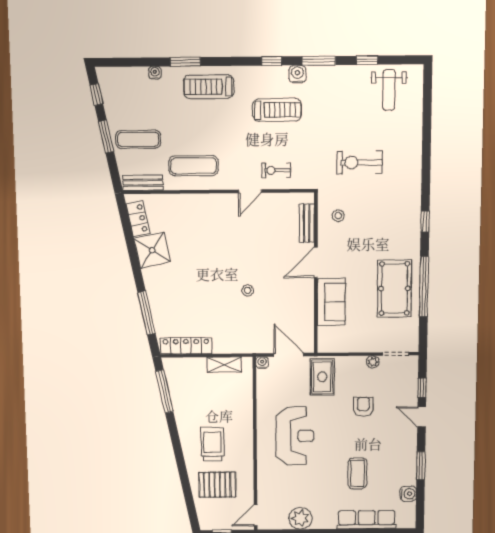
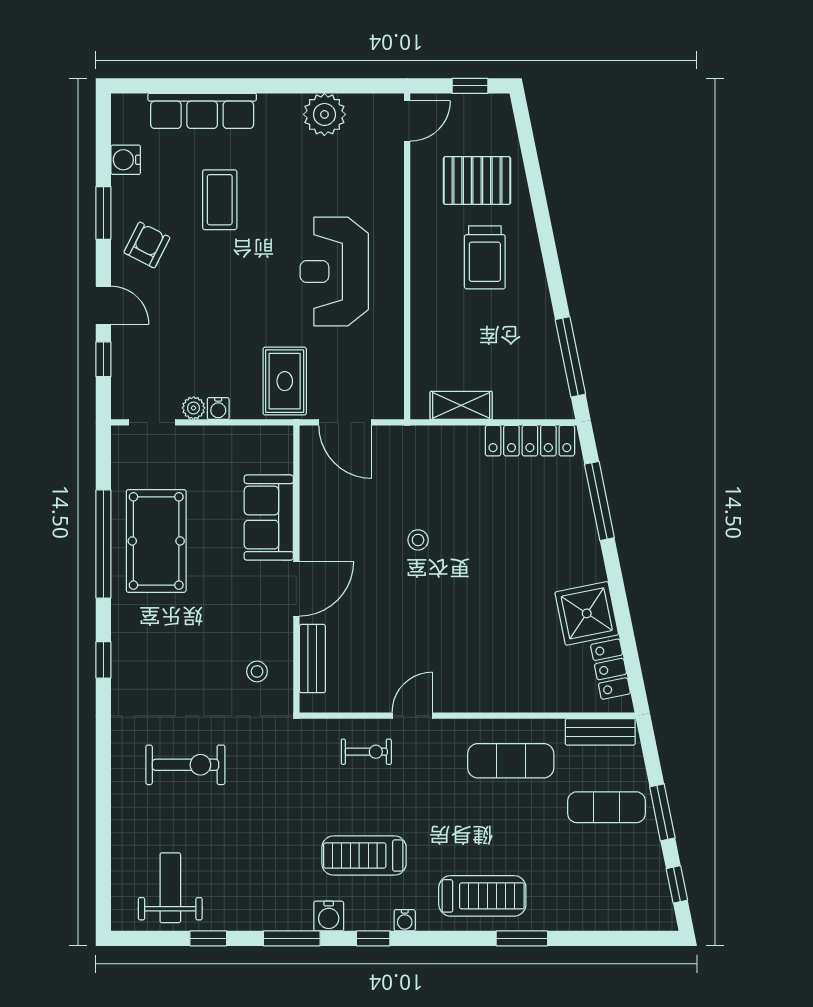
water cooler: (155, 73) -> (405, 920), moved
exercise bike: (359, 162) -> (185, 765), moved
water cooler: (262, 363) -> (218, 409), moved
armchair: (363, 407) -> (147, 245), moved, turned -153

